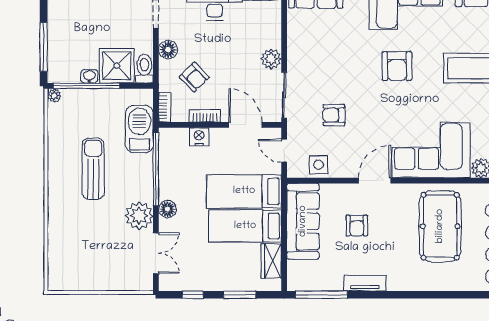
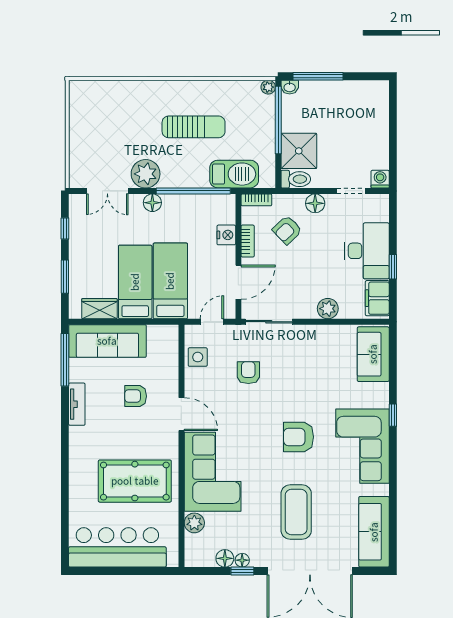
plant: (271, 59) -> (328, 309), moved
washbasin: (89, 76) -> (290, 87), moved, turned 90
sofa: (303, 221) -> (107, 341), moved

